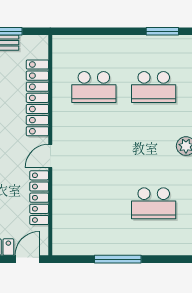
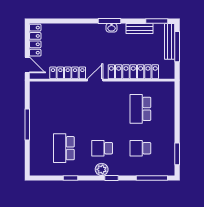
school desk: (154, 87) -> (140, 148), width x0.54
school desk: (154, 145) -> (102, 148), added
door: (50, 156) -> (95, 80), hinge flipped

